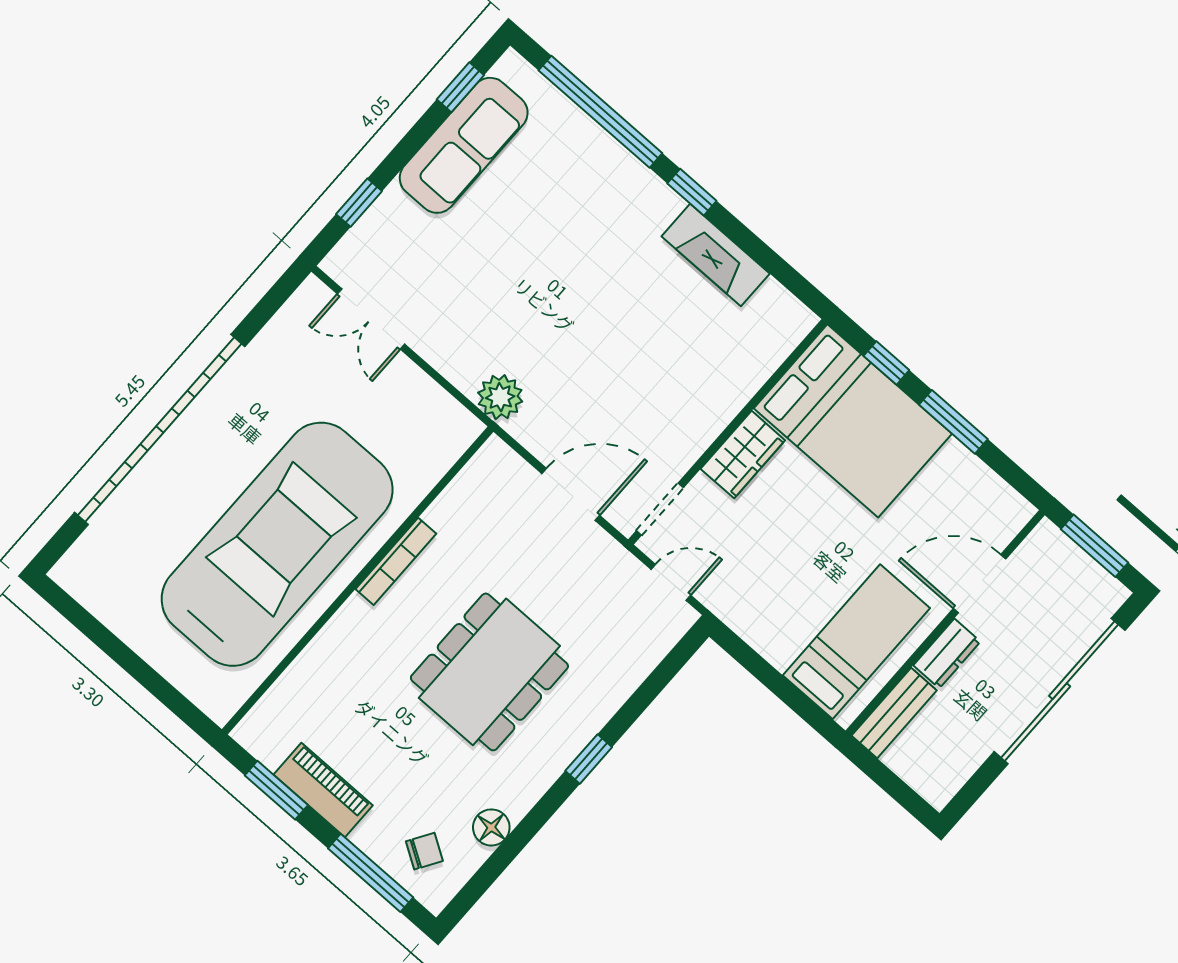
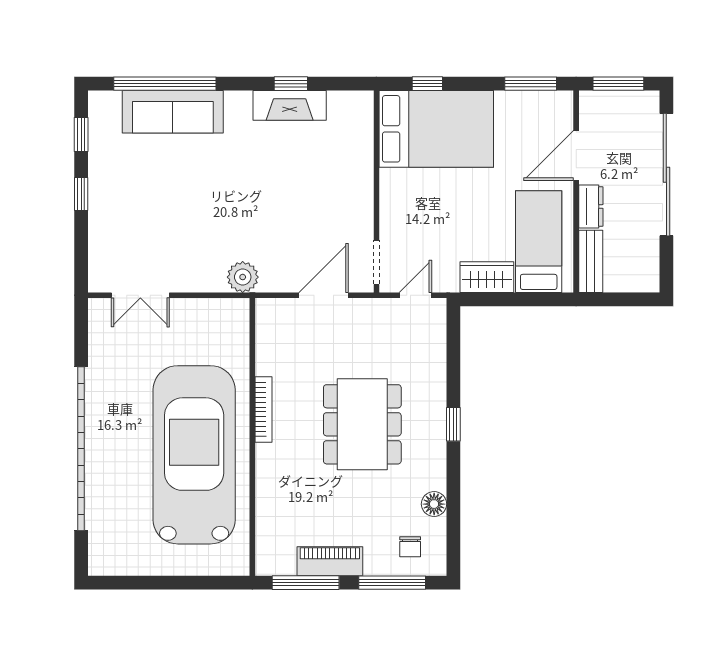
sofa: (464, 145) -> (173, 112), moved, turned 90
window: (692, 192) -> (291, 84), moved
window: (359, 203) -> (81, 194), moved
window: (953, 422) -> (531, 84), moved
wardrobe: (743, 455) -> (487, 277), moved, turned -90
window: (276, 790) -> (306, 583), width x1.44
chair: (424, 851) -> (410, 547), turned 148

